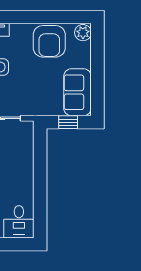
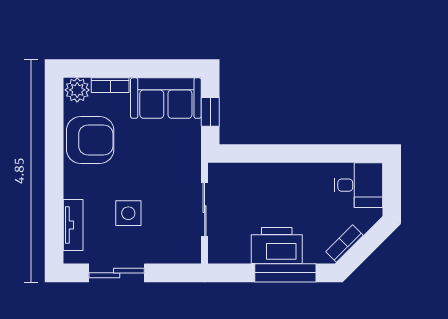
bookcase: (86, 55) -> (110, 85), added

